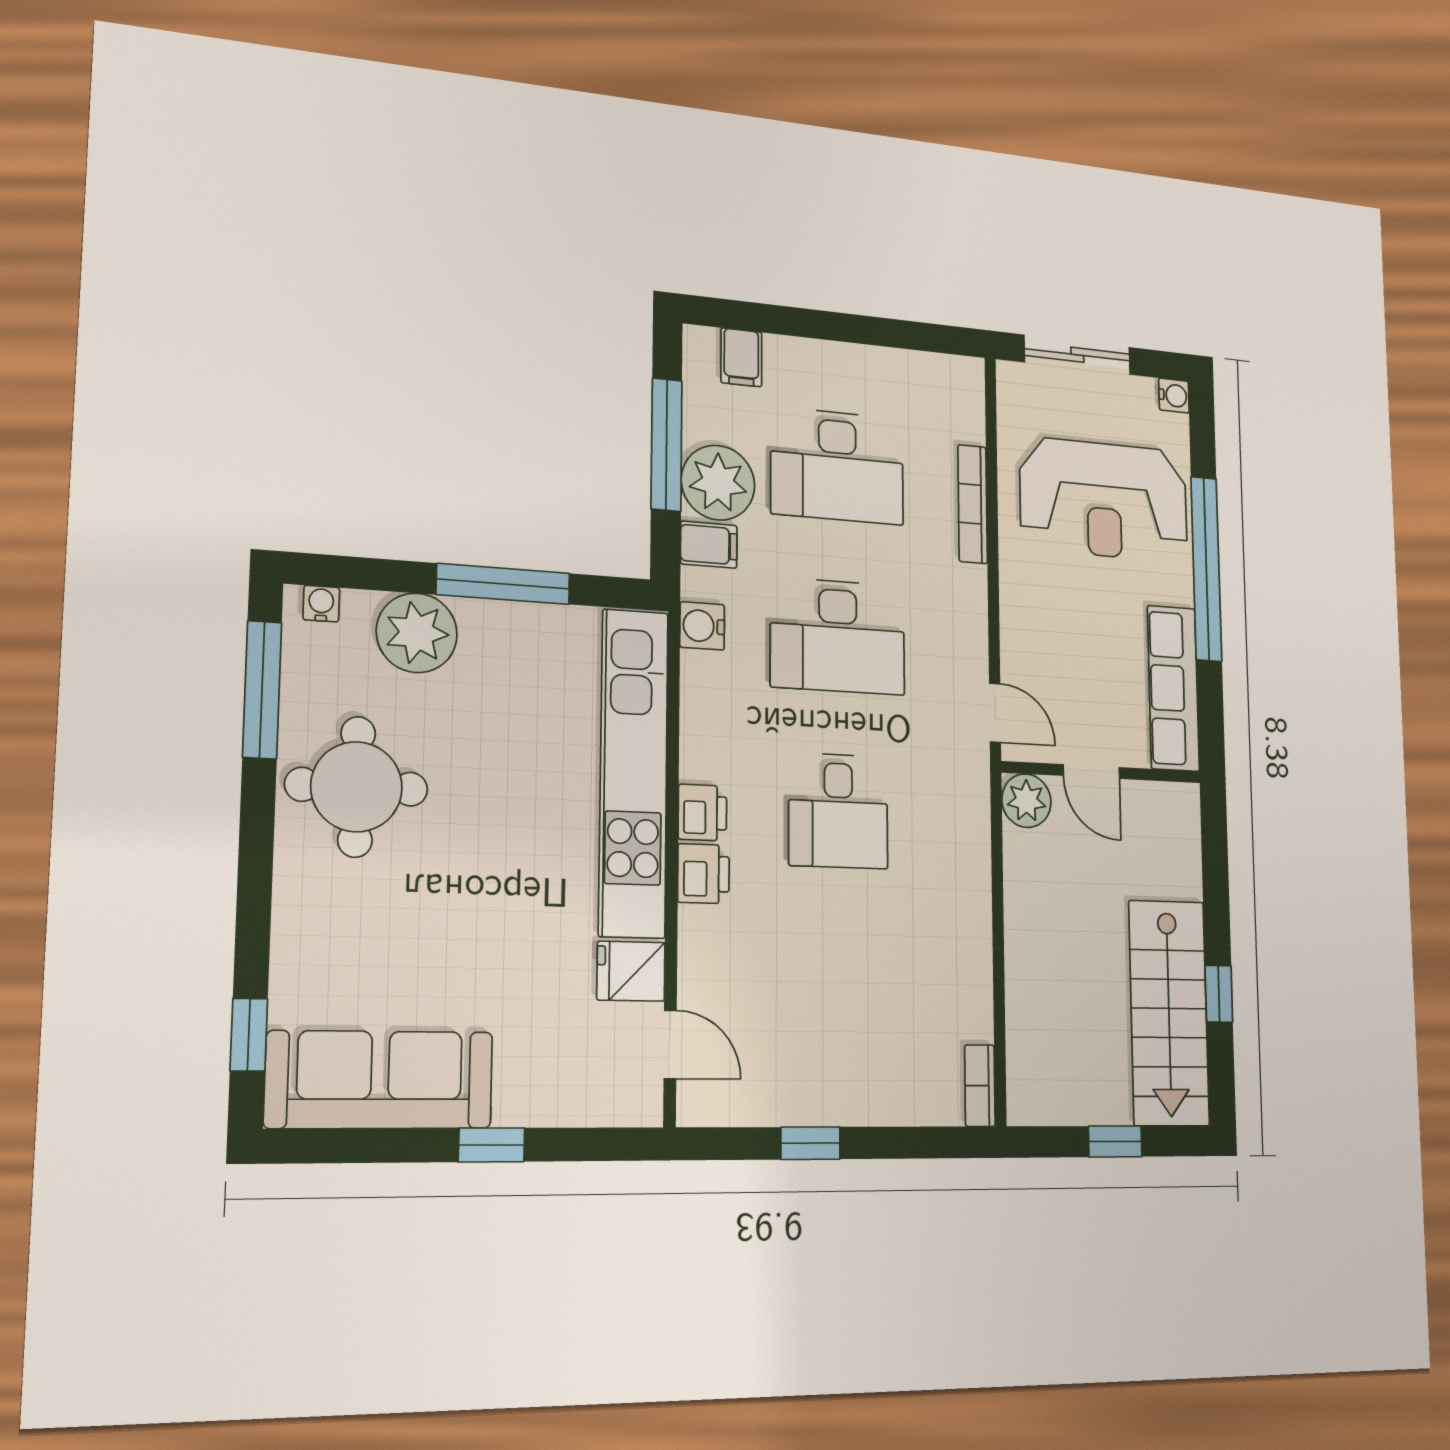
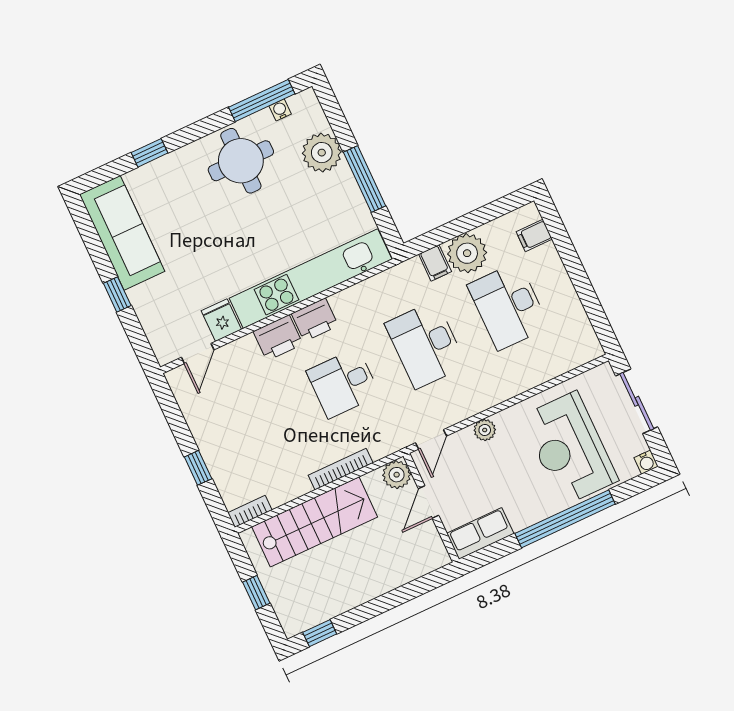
window: (667, 445) -> (471, 221), removed
bookcase: (973, 504) -> (341, 469), moved
water cooler: (321, 604) -> (280, 110), moved, turned -90
plant: (1018, 617) -> (485, 430), added
water cooler: (702, 626) -> (395, 278), removed
row of seats: (1173, 688) -> (480, 533), width x0.68
printer: (702, 813) -> (315, 320), width x1.36, depth x1.24
printer: (703, 874) -> (278, 338), width x1.36, depth x1.24
window: (1219, 994) -> (320, 633), moved
stairs: (1169, 1013) -> (315, 522), moved, turned 180
window: (249, 1035) -> (150, 153), moved
window: (811, 1143) -> (198, 468), moved

